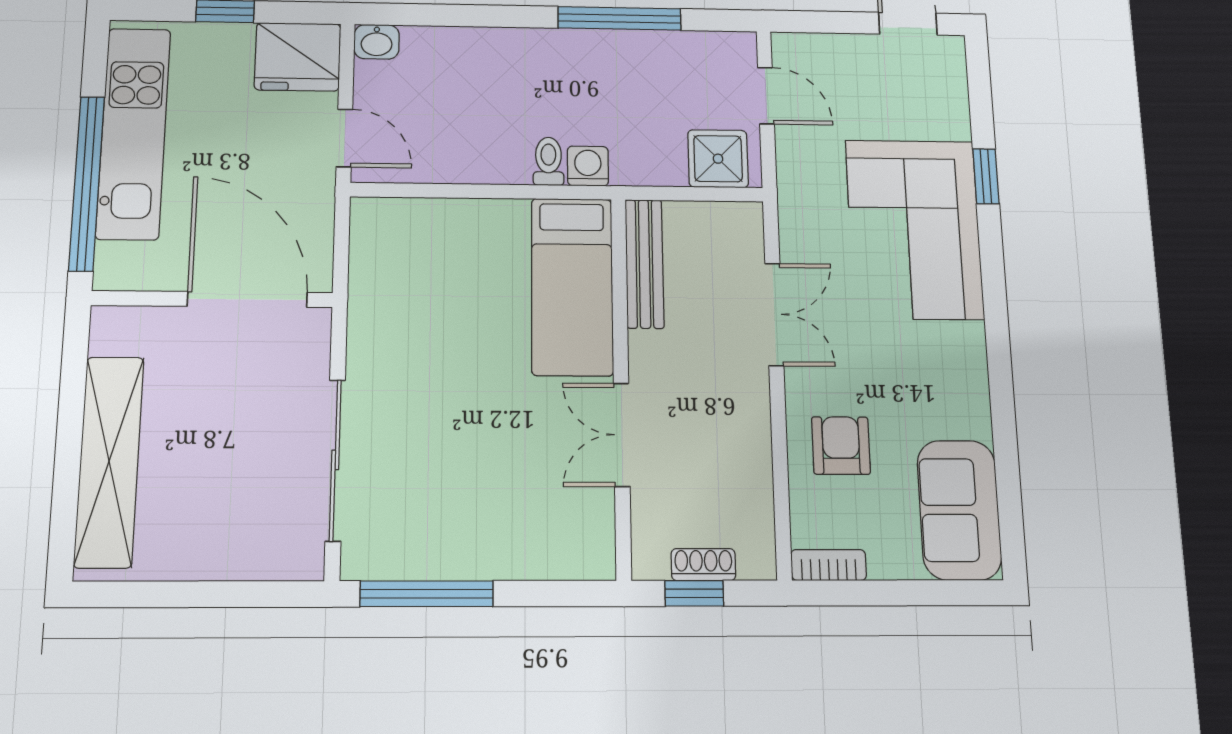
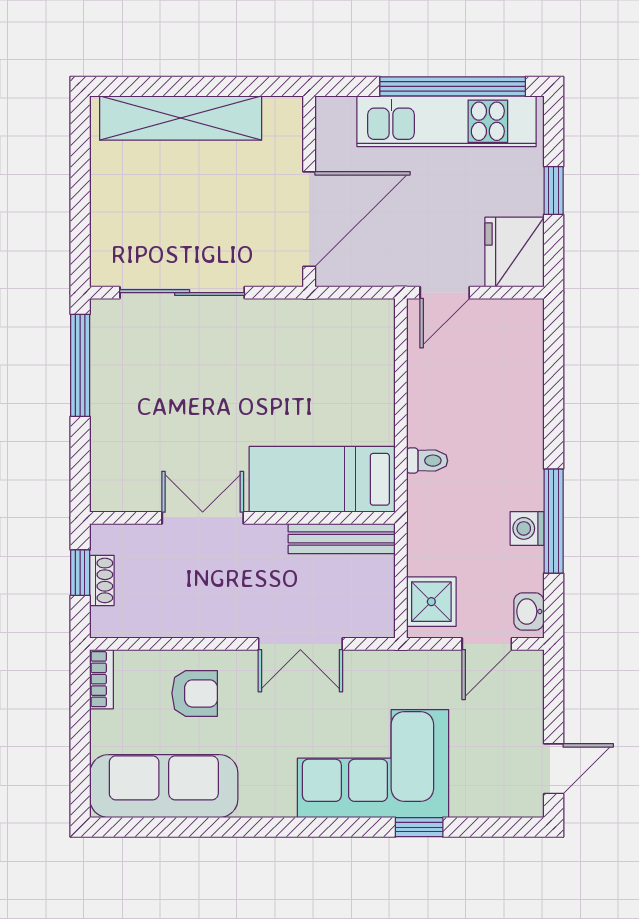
washbasin: (377, 42) -> (529, 612), moved
washing machine: (588, 166) -> (527, 528), moved, turned 180
window: (87, 183) -> (453, 86), moved
sofa: (959, 510) -> (164, 786), width x1.36

